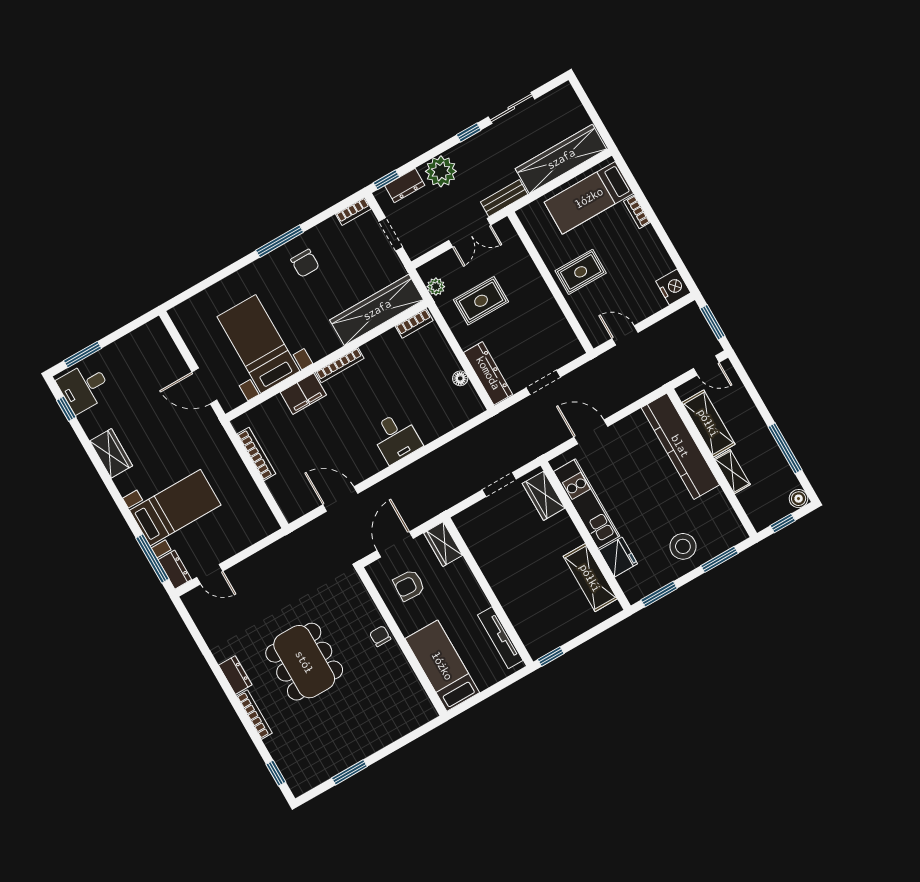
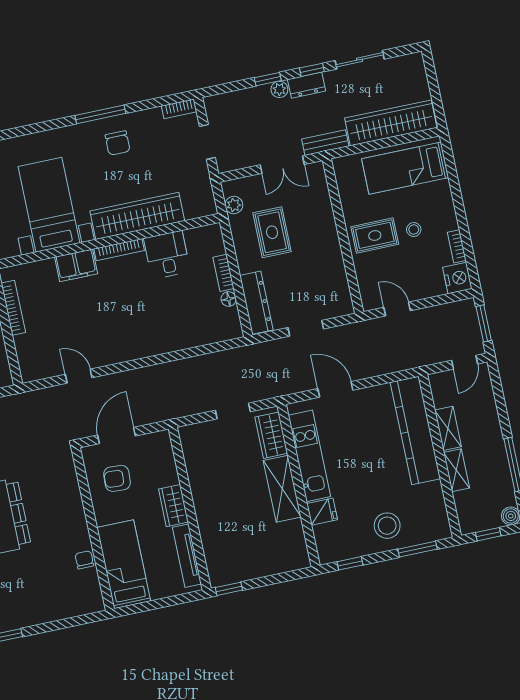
plant: (441, 171) -> (279, 89), width x0.53, depth x0.53
window: (386, 180) -> (268, 79), moved
dresser: (405, 185) -> (307, 85), moved
bookcase: (637, 212) -> (457, 246), moved
stool: (616, 254) -> (414, 230), added
rug: (481, 301) -> (272, 232), turned 90
wardrobe: (377, 310) -> (137, 216), moved
bookcase: (414, 323) -> (223, 273), moved, turned 90
door: (706, 365) -> (465, 362), hinge flipped
shelving: (708, 423) -> (448, 428), width x0.67, depth x0.75
desk: (396, 438) -> (167, 255), moved, turned 180
door: (340, 499) -> (79, 376), width x0.73
wardrobe: (443, 544) -> (173, 506), moved
fridge: (618, 557) -> (322, 512), width x0.72
shelving: (590, 578) -> (282, 489), moved
window: (659, 594) -> (350, 563), width x0.67
chair: (380, 636) -> (84, 560), moved

